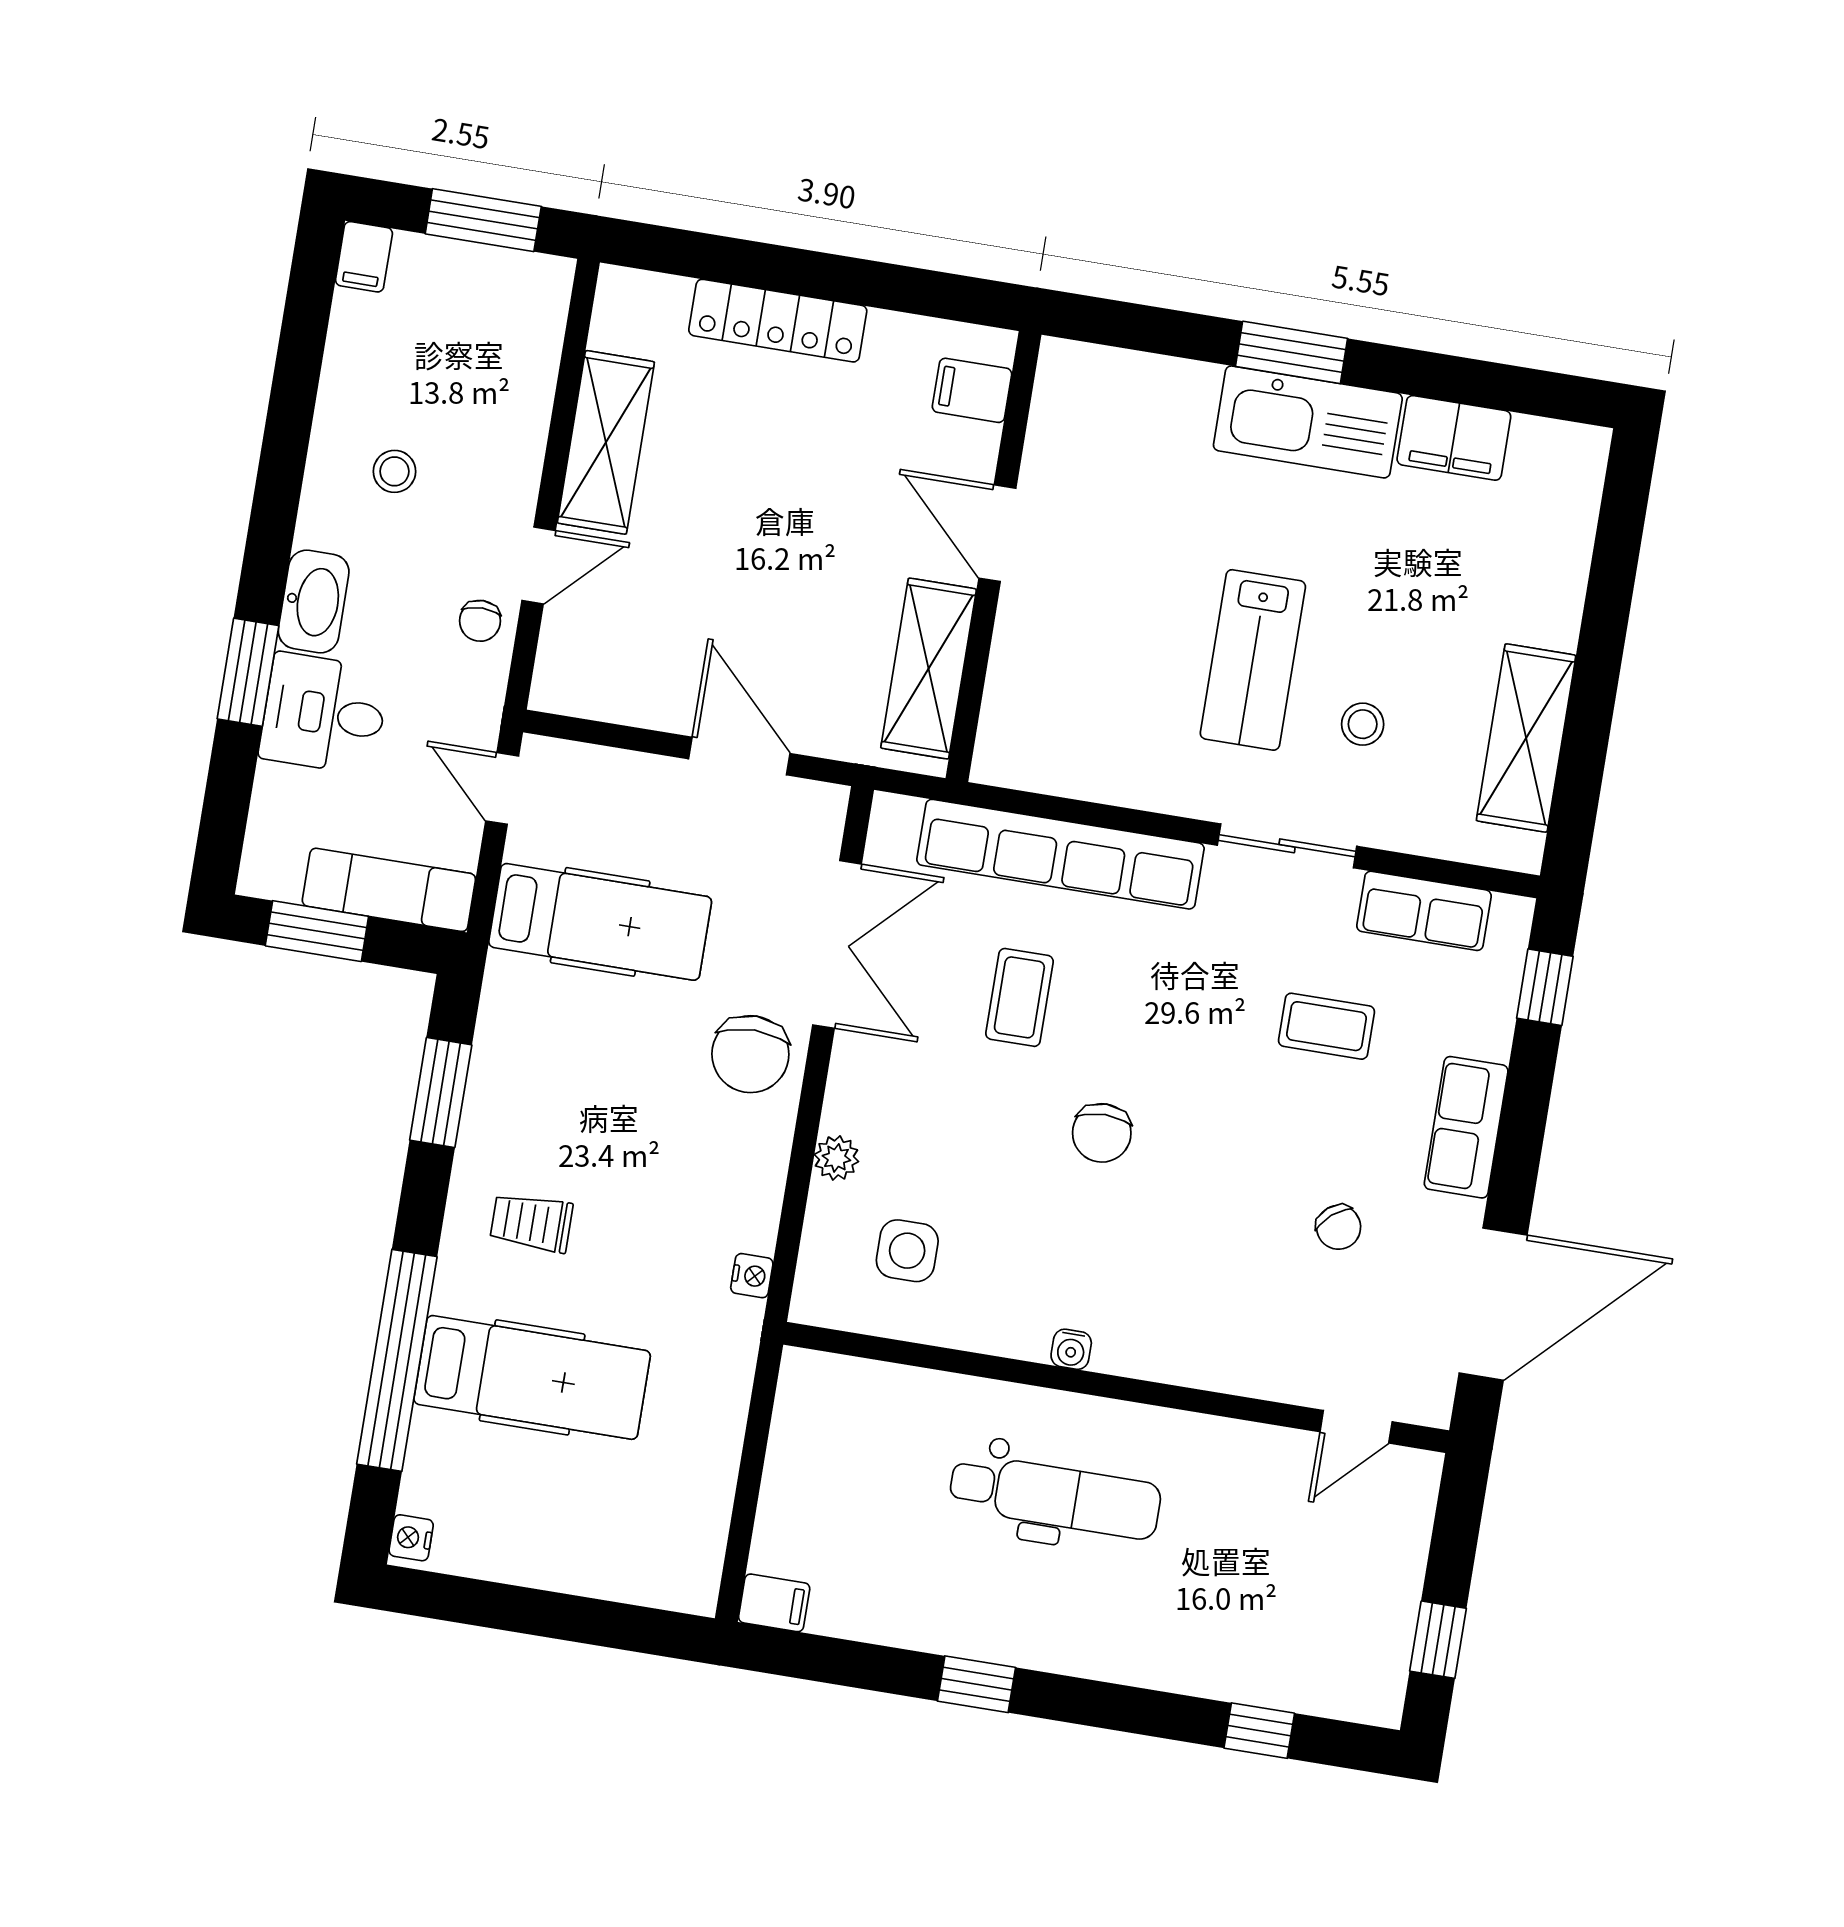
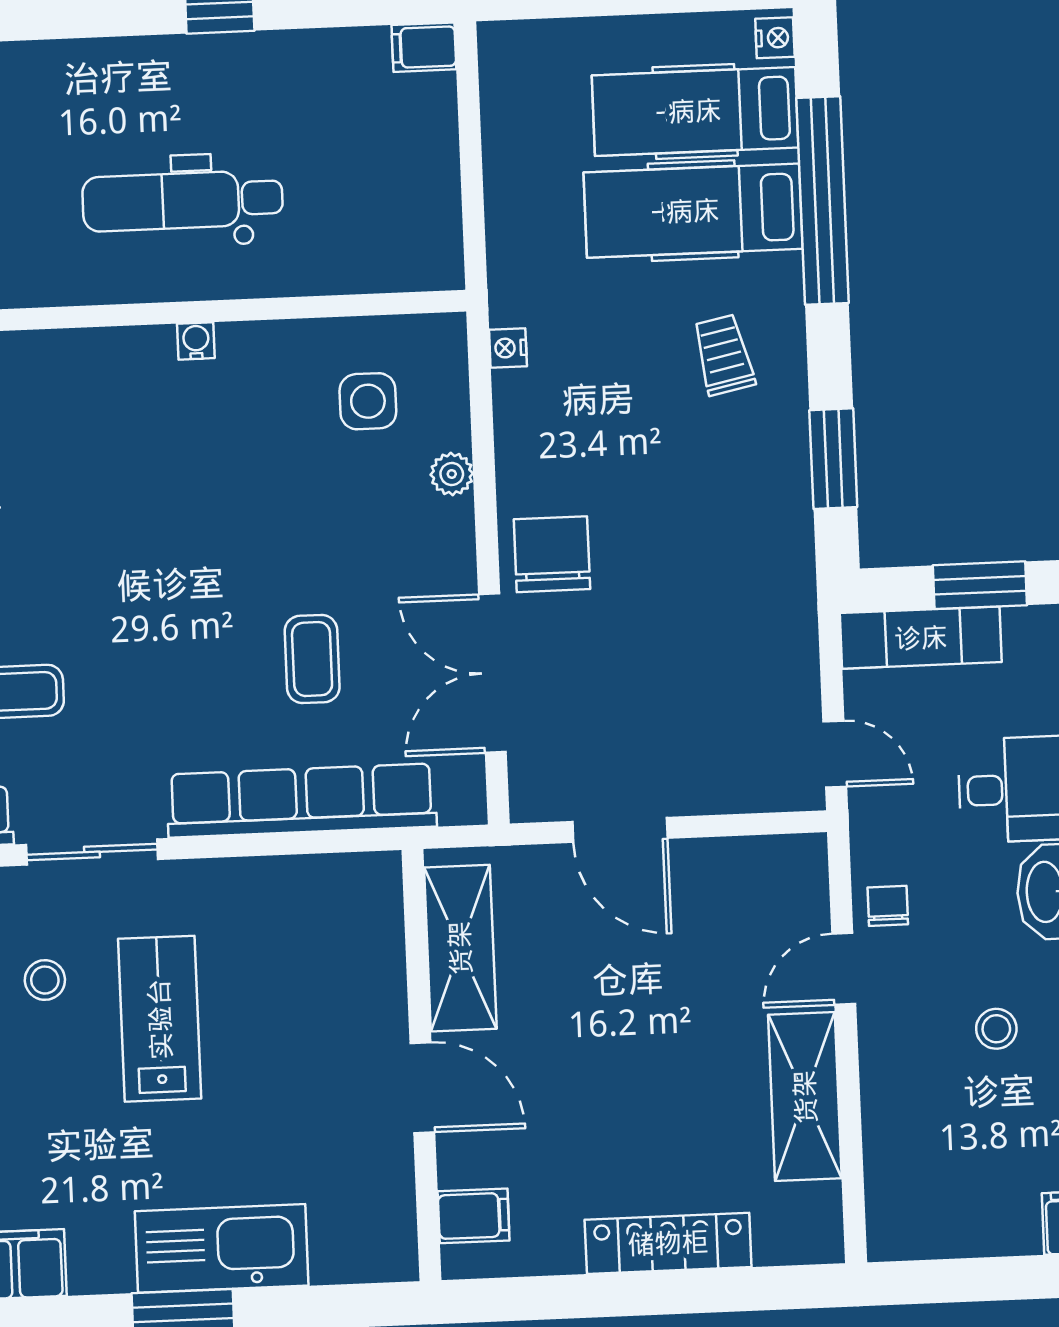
window: (483, 220) -> (962, 1280), removed
kitchen sink: (1308, 422) -> (222, 1248), moved
hospital bed: (600, 922) -> (695, 111), moved
chair: (1102, 1133) -> (209, 549), removed
trolley: (531, 1223) -> (724, 355), turned -102

